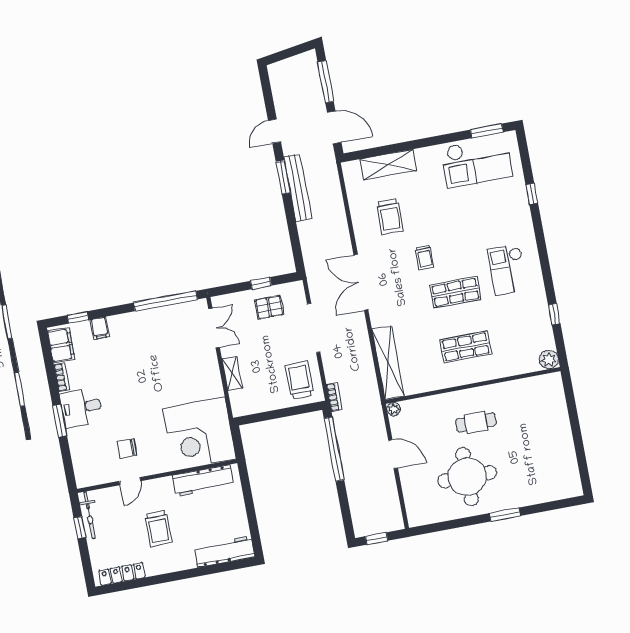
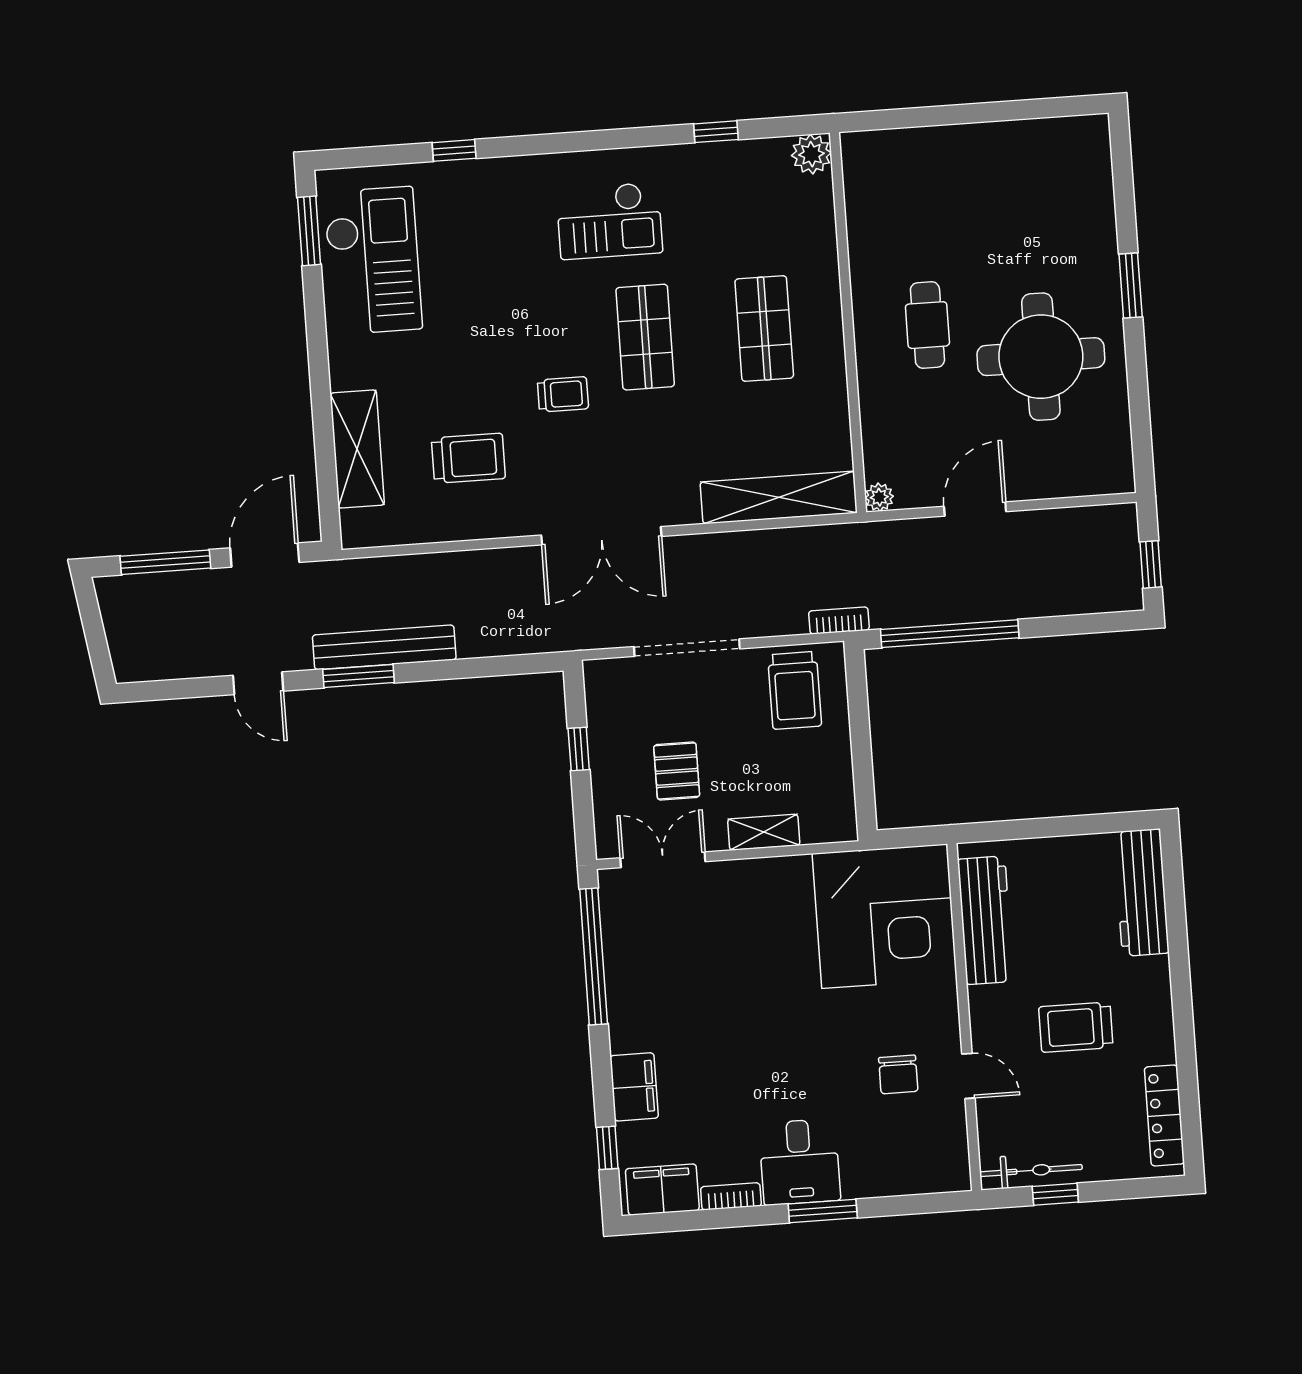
pallet: (269, 307) -> (677, 771), moved
filing cabinet: (100, 328) -> (634, 1087), width x2.00
trolley: (299, 380) -> (795, 690), turned -90
trolley: (158, 528) -> (1076, 1027), turned 180

